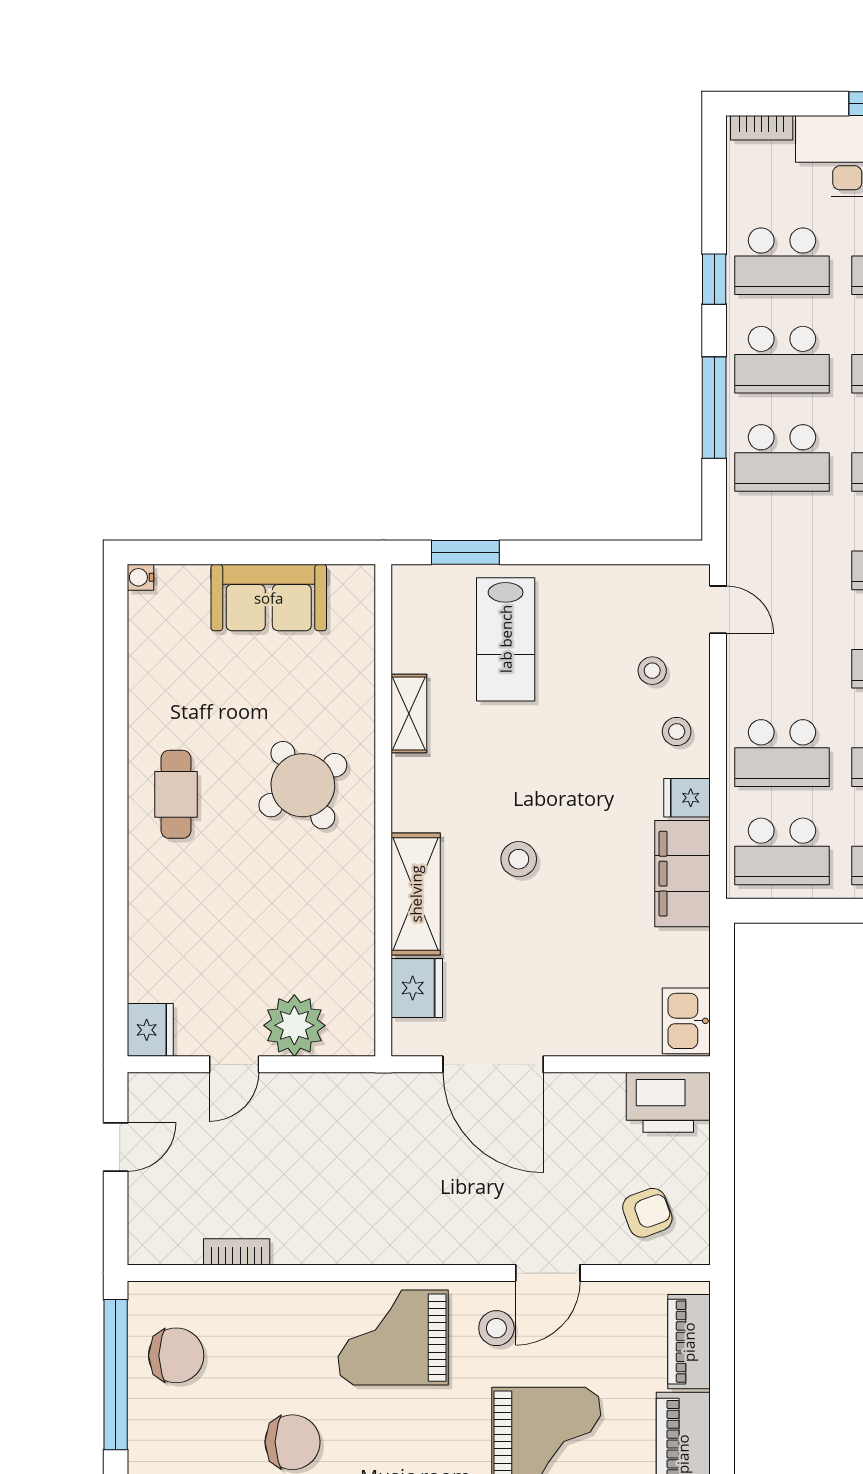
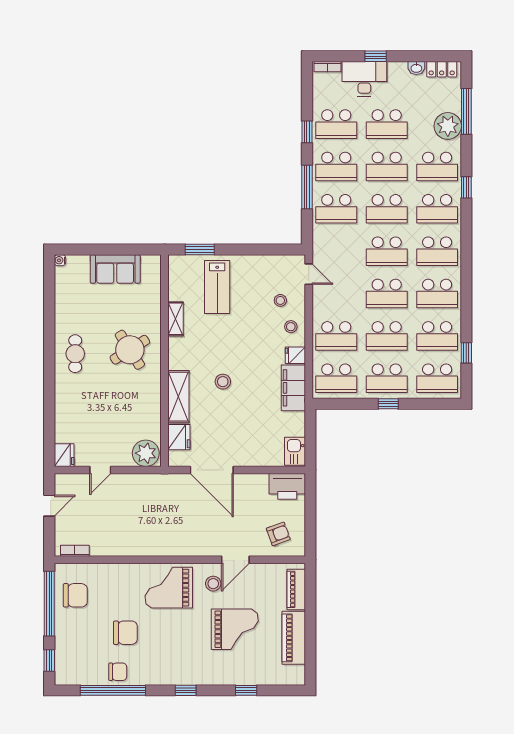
plant: (294, 1025) -> (146, 453), moved
bookcase: (237, 1252) -> (75, 551), moved

